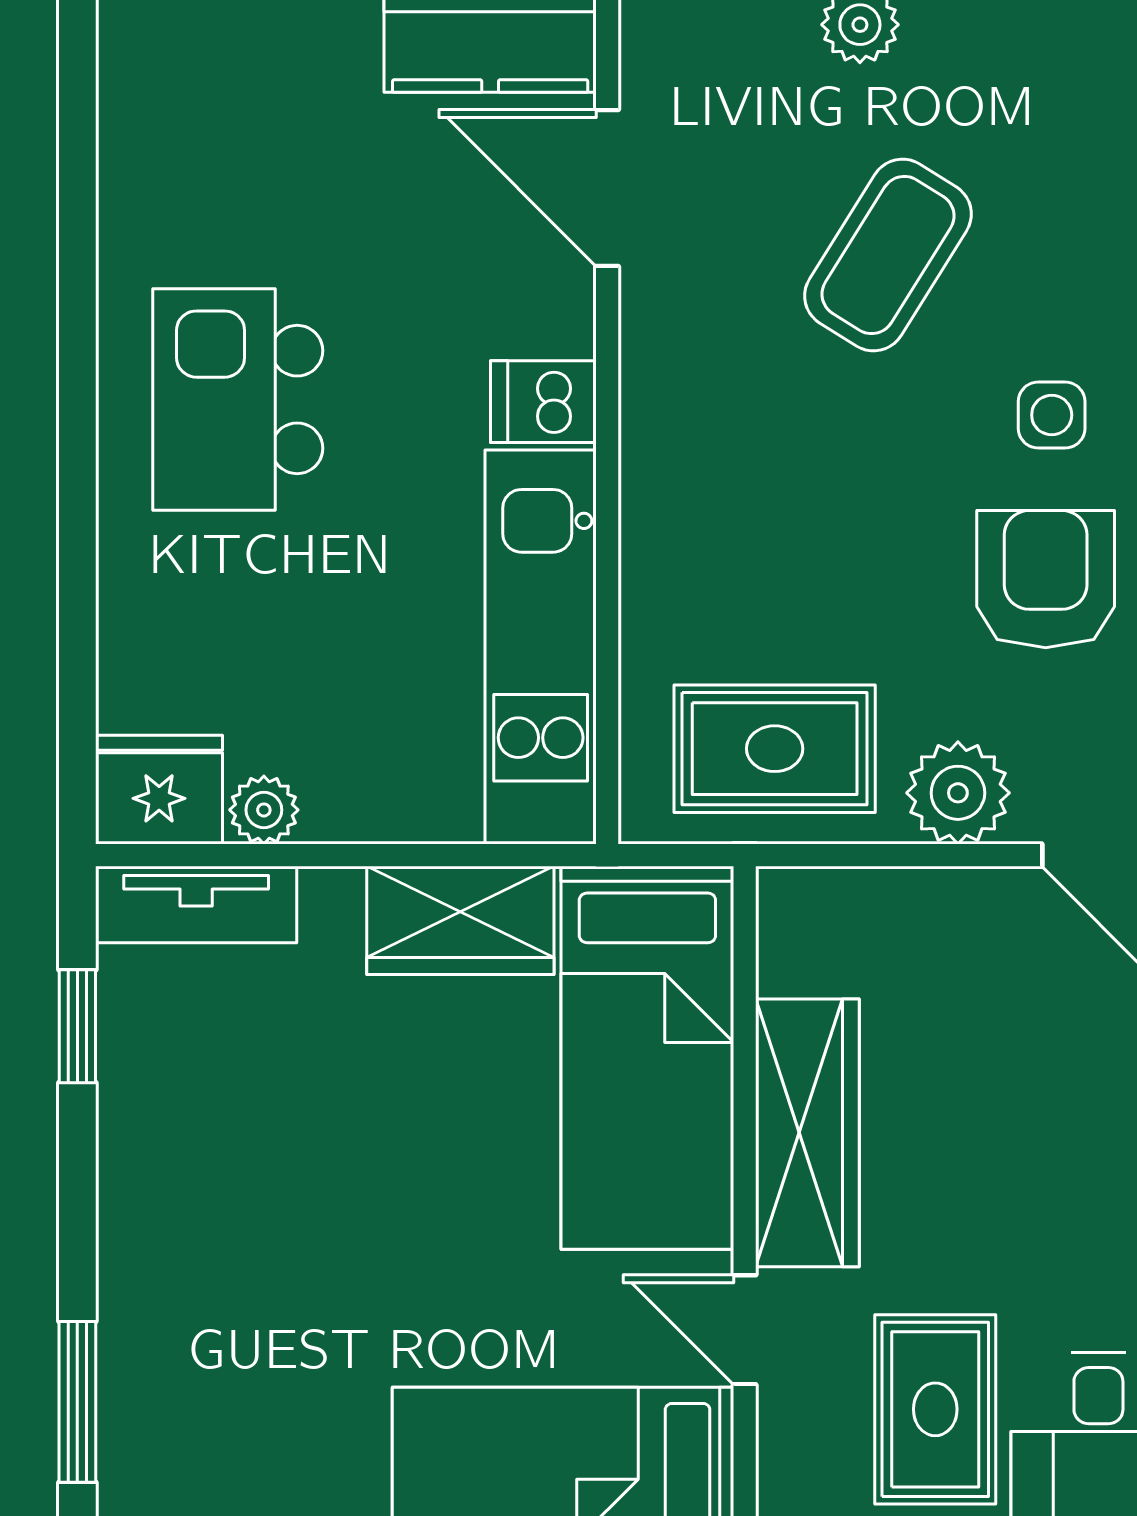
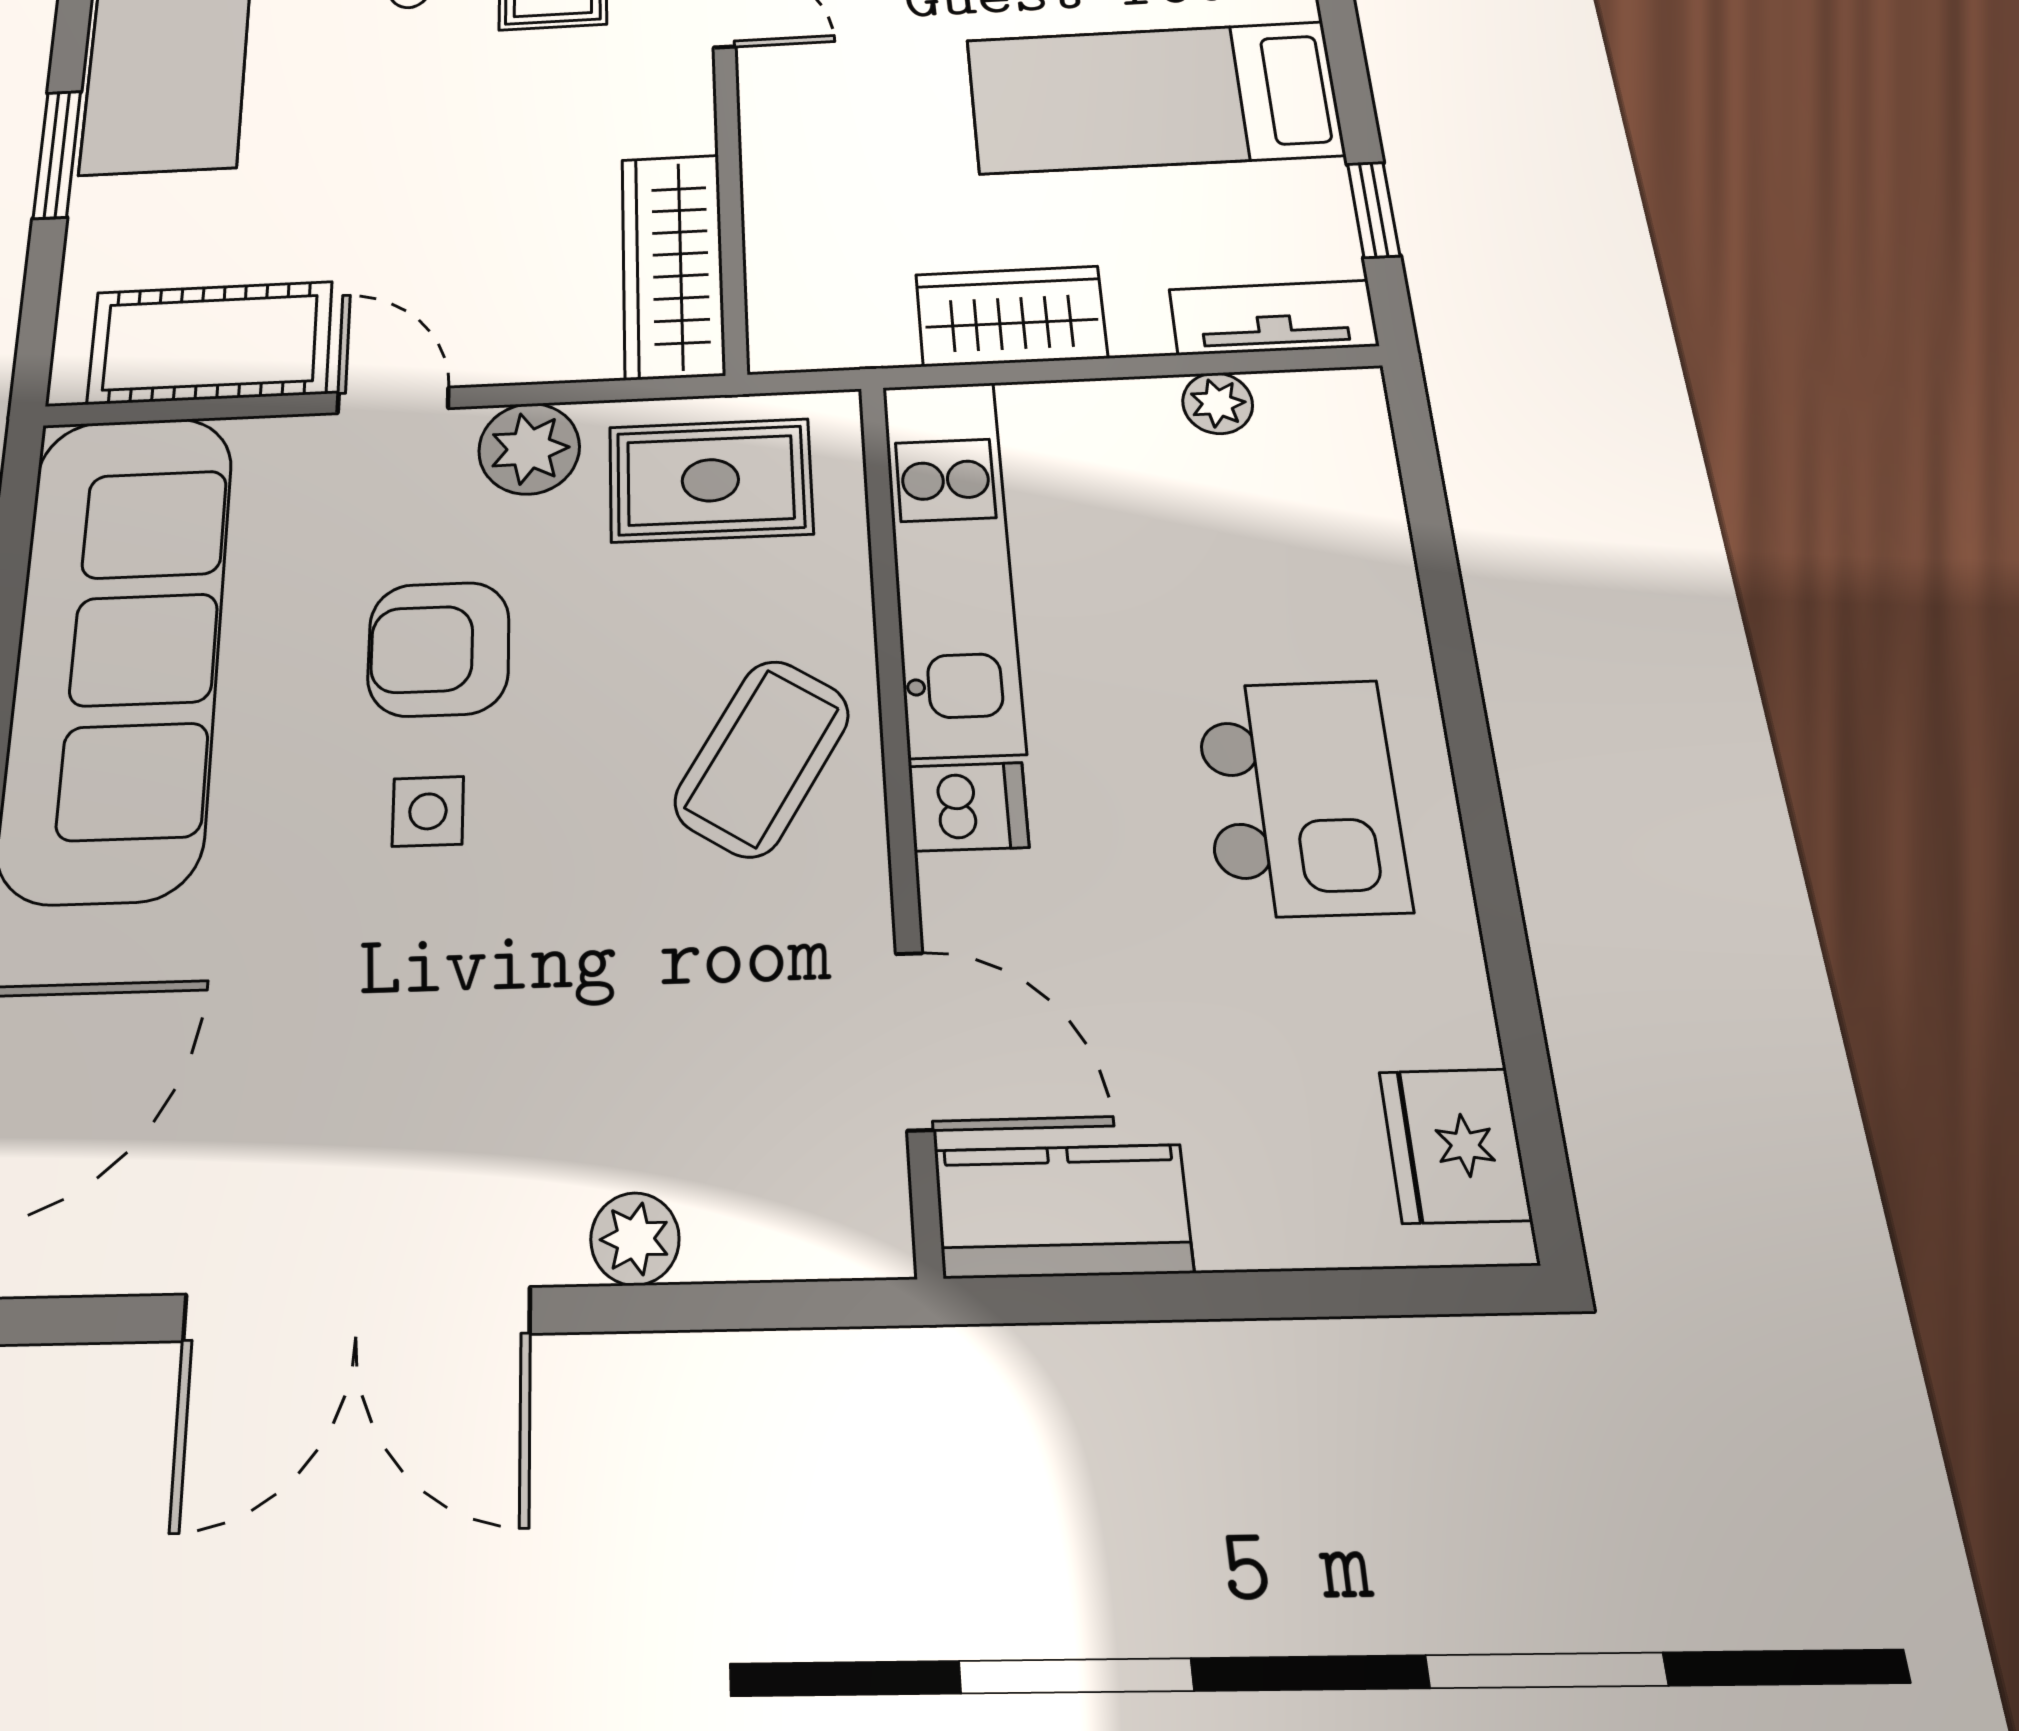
coffee table: (888, 255) -> (762, 758), moved
armchair: (1046, 579) -> (439, 649), turned 90
fridge: (159, 790) -> (1455, 1146), moved, turned 90
bed: (647, 1058) -> (1153, 97), moved, turned -90
wardrobe: (807, 1133) -> (673, 265), moved

